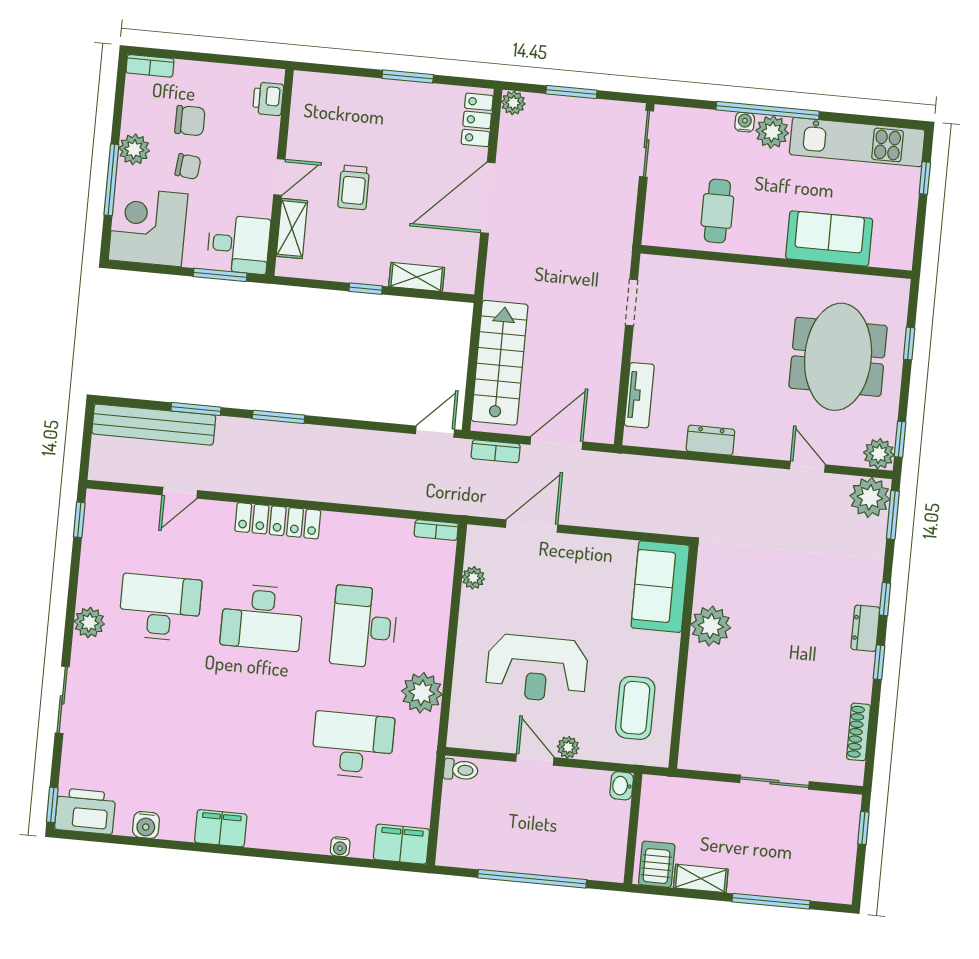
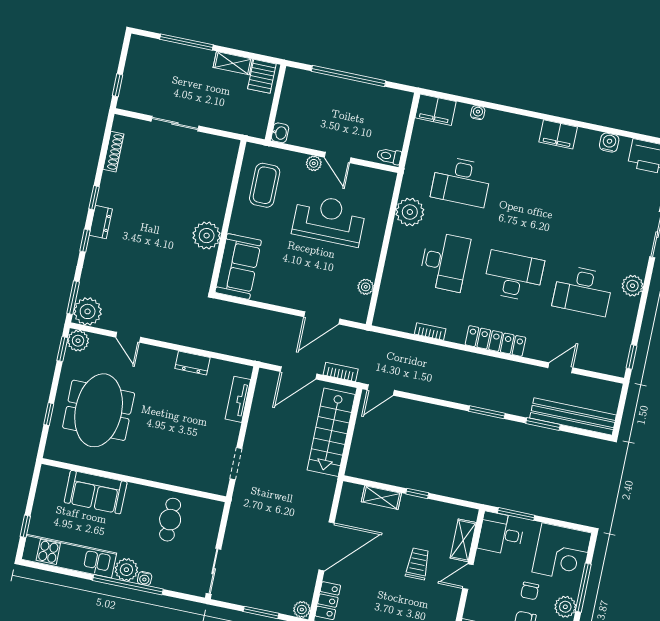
chair: (188, 166) -> (530, 591), turned -96
bookcase: (436, 530) -> (430, 331), moved

